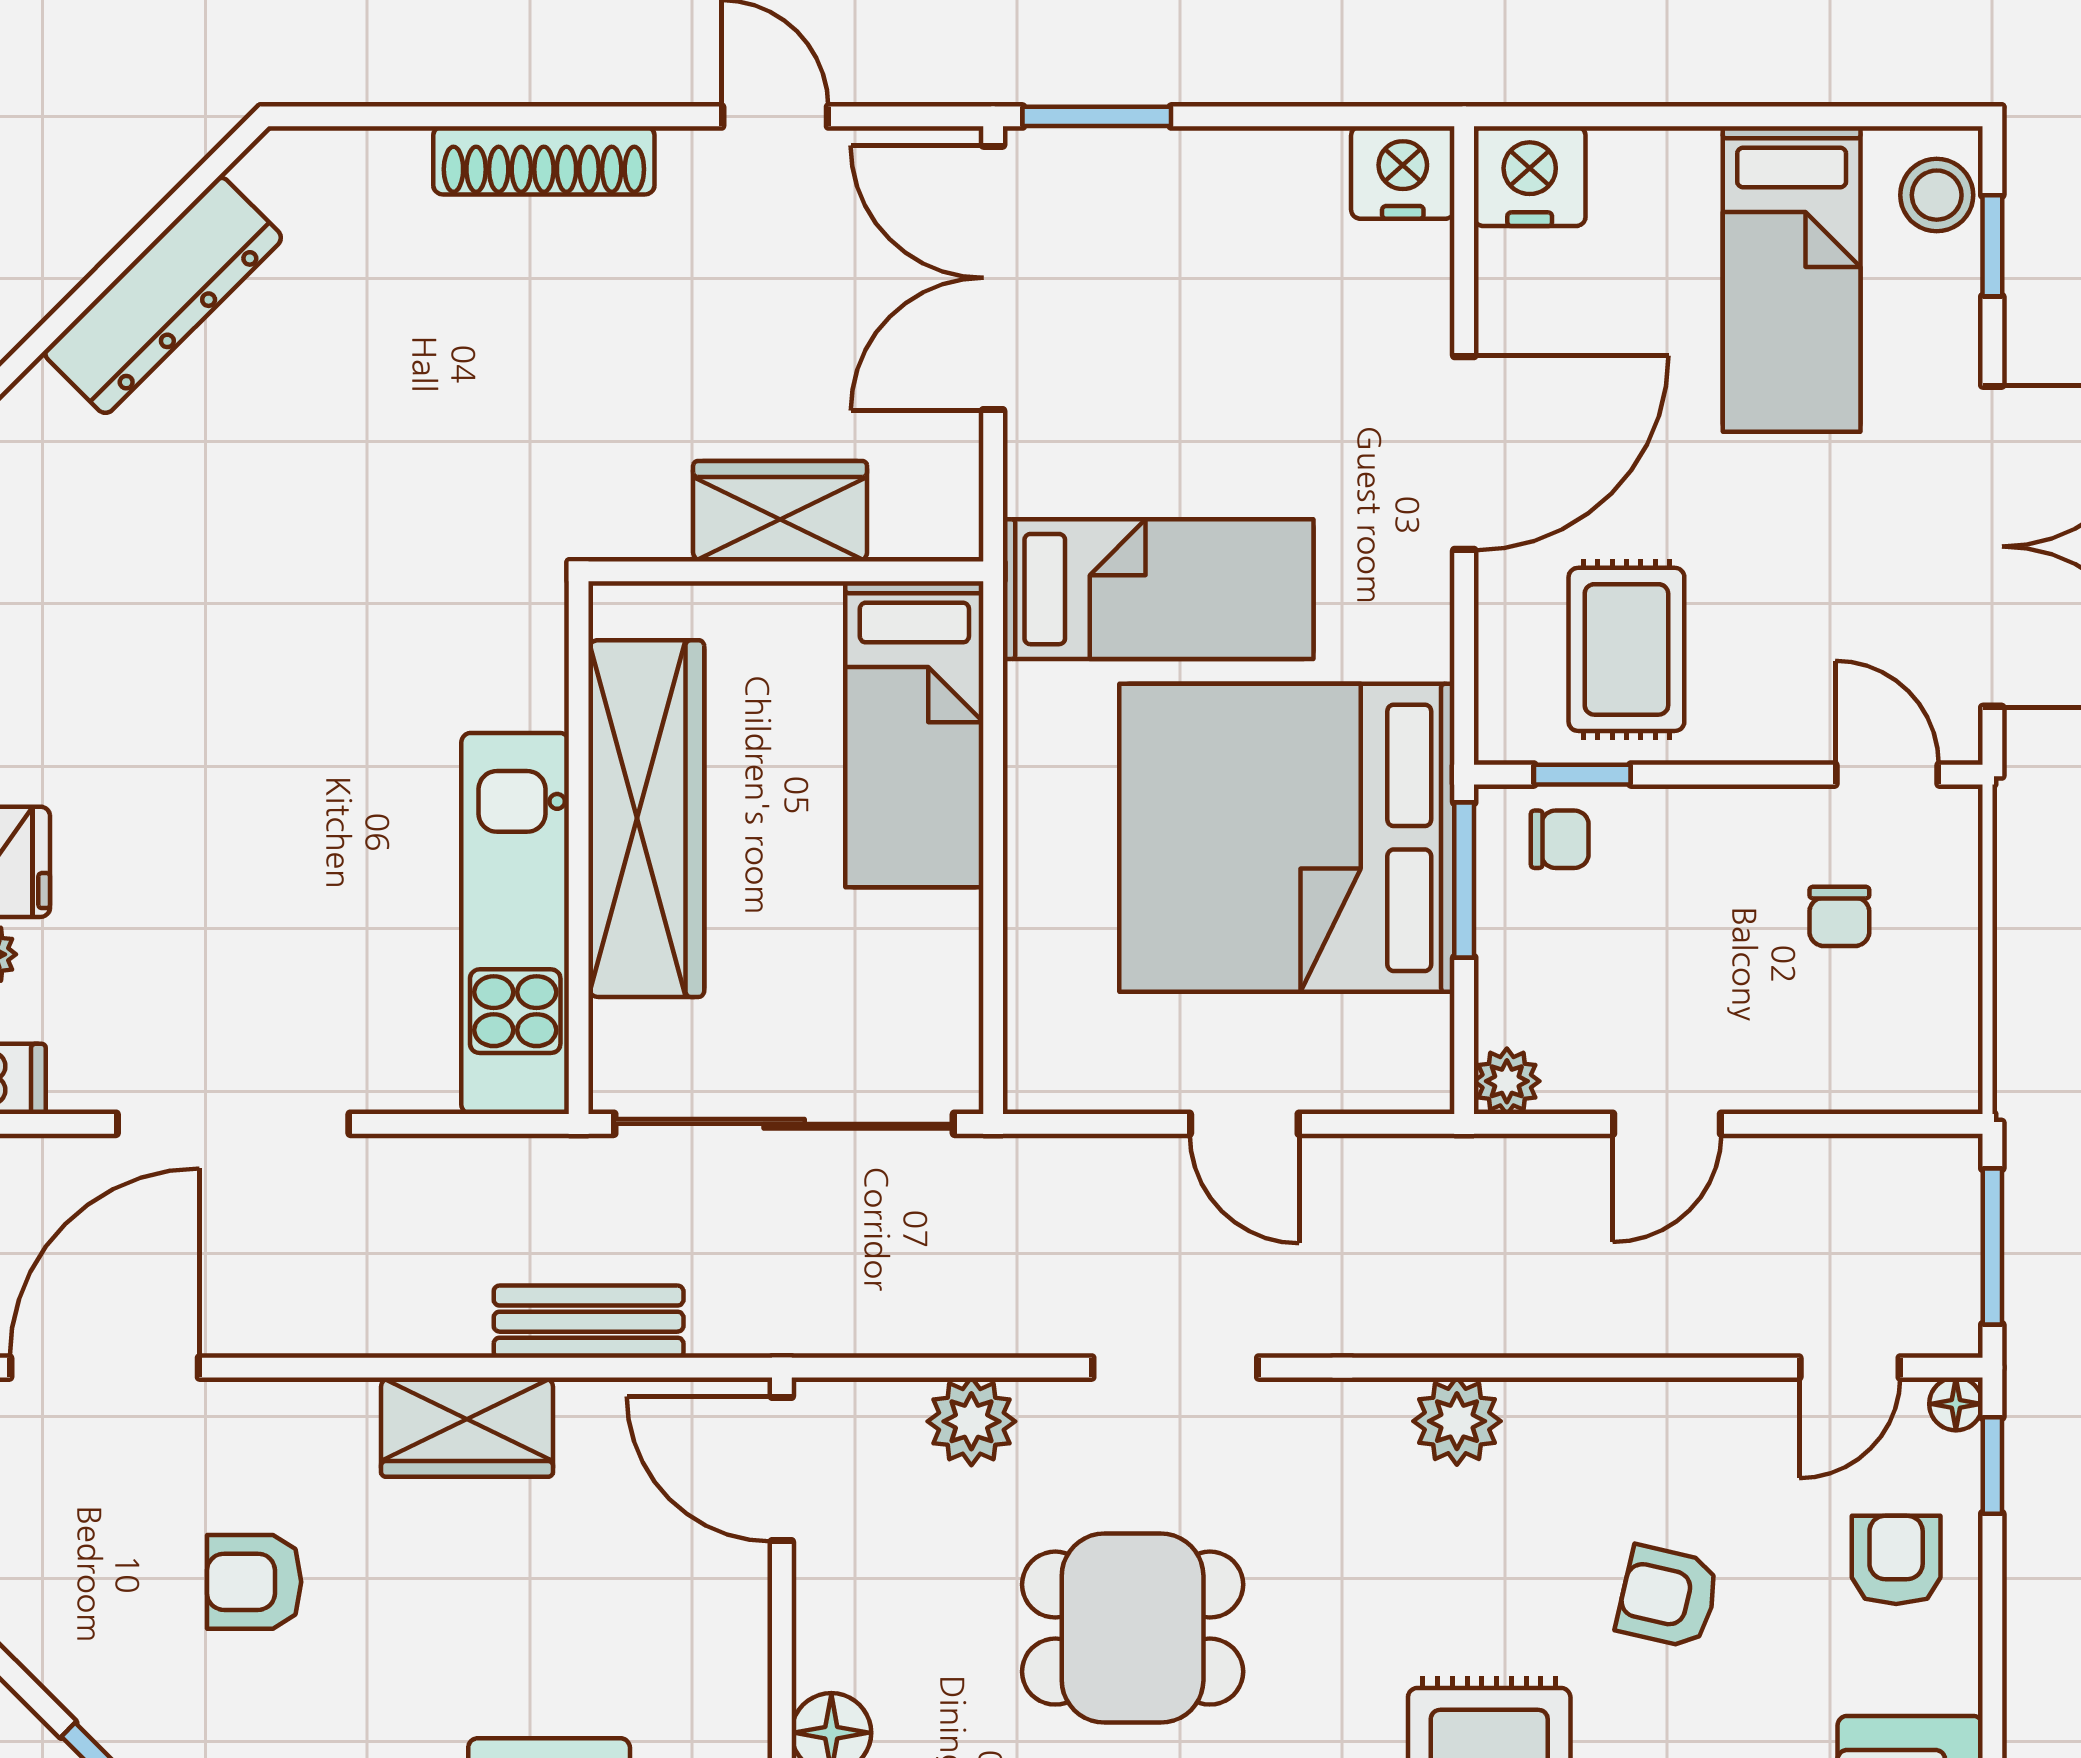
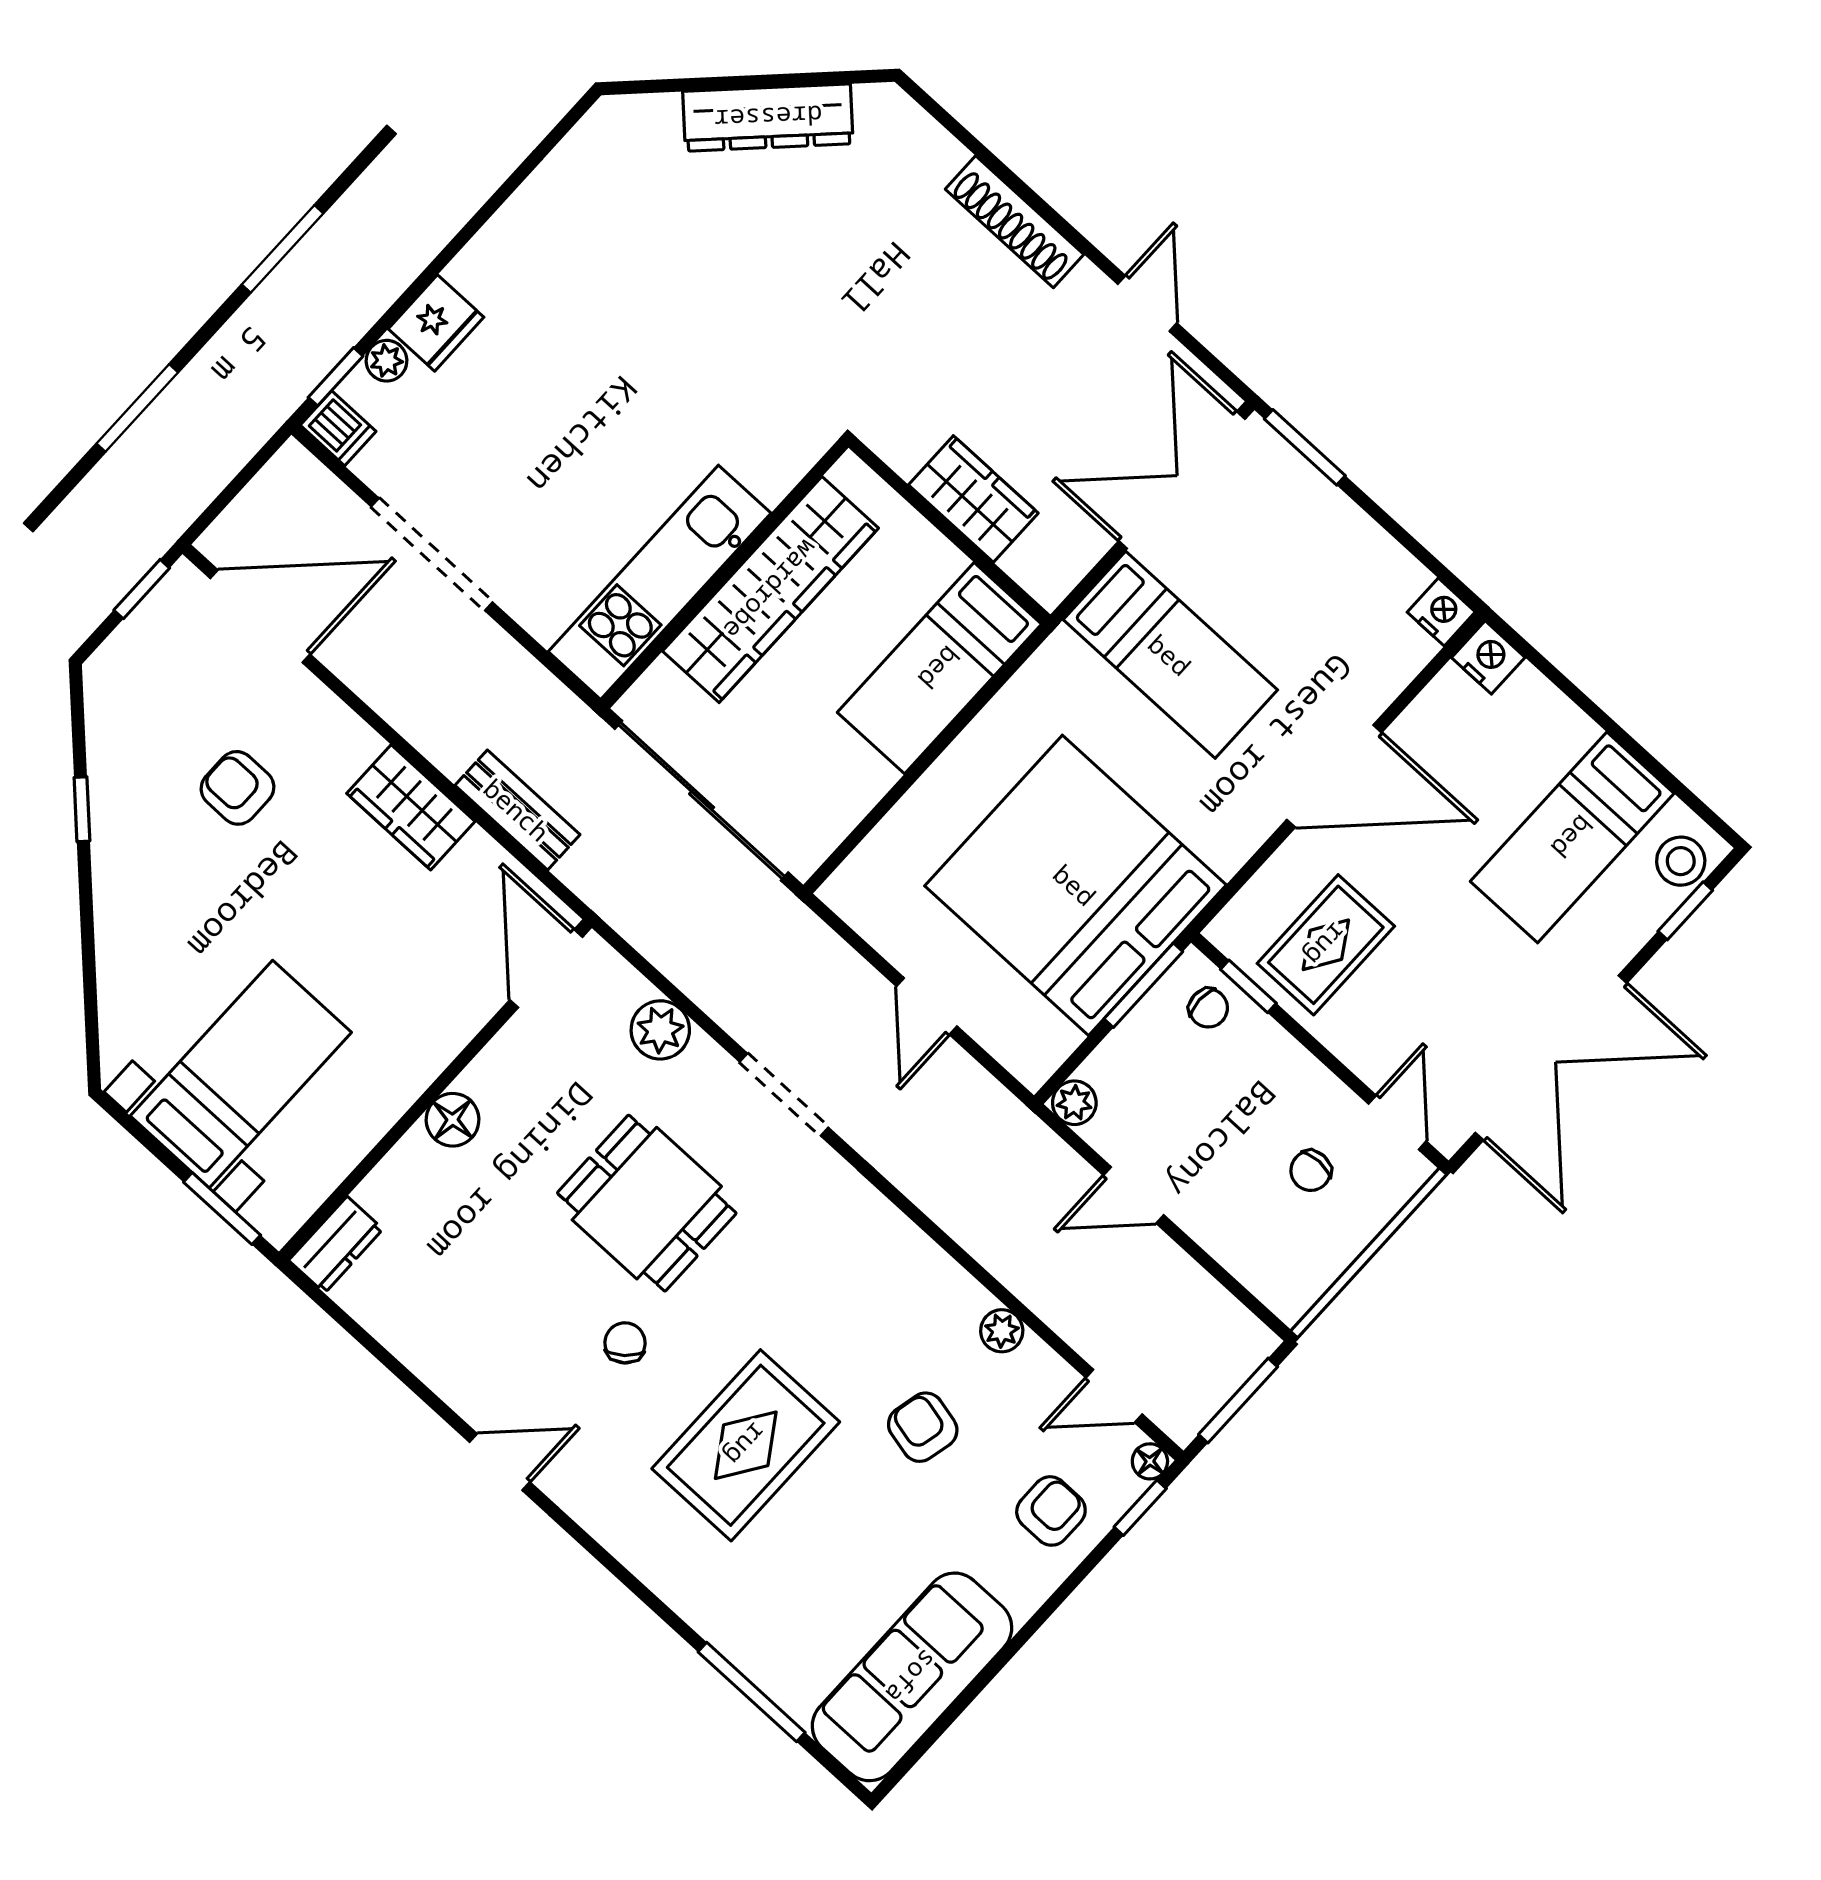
nightstand: (1403, 173) -> (1441, 612), width x0.74, depth x0.75
nightstand: (1530, 176) -> (1488, 657), width x0.74, depth x0.75
bed: (1158, 589) -> (1170, 655), moved
plant: (1457, 1421) -> (1002, 1331), moved, width x0.73, depth x0.73

